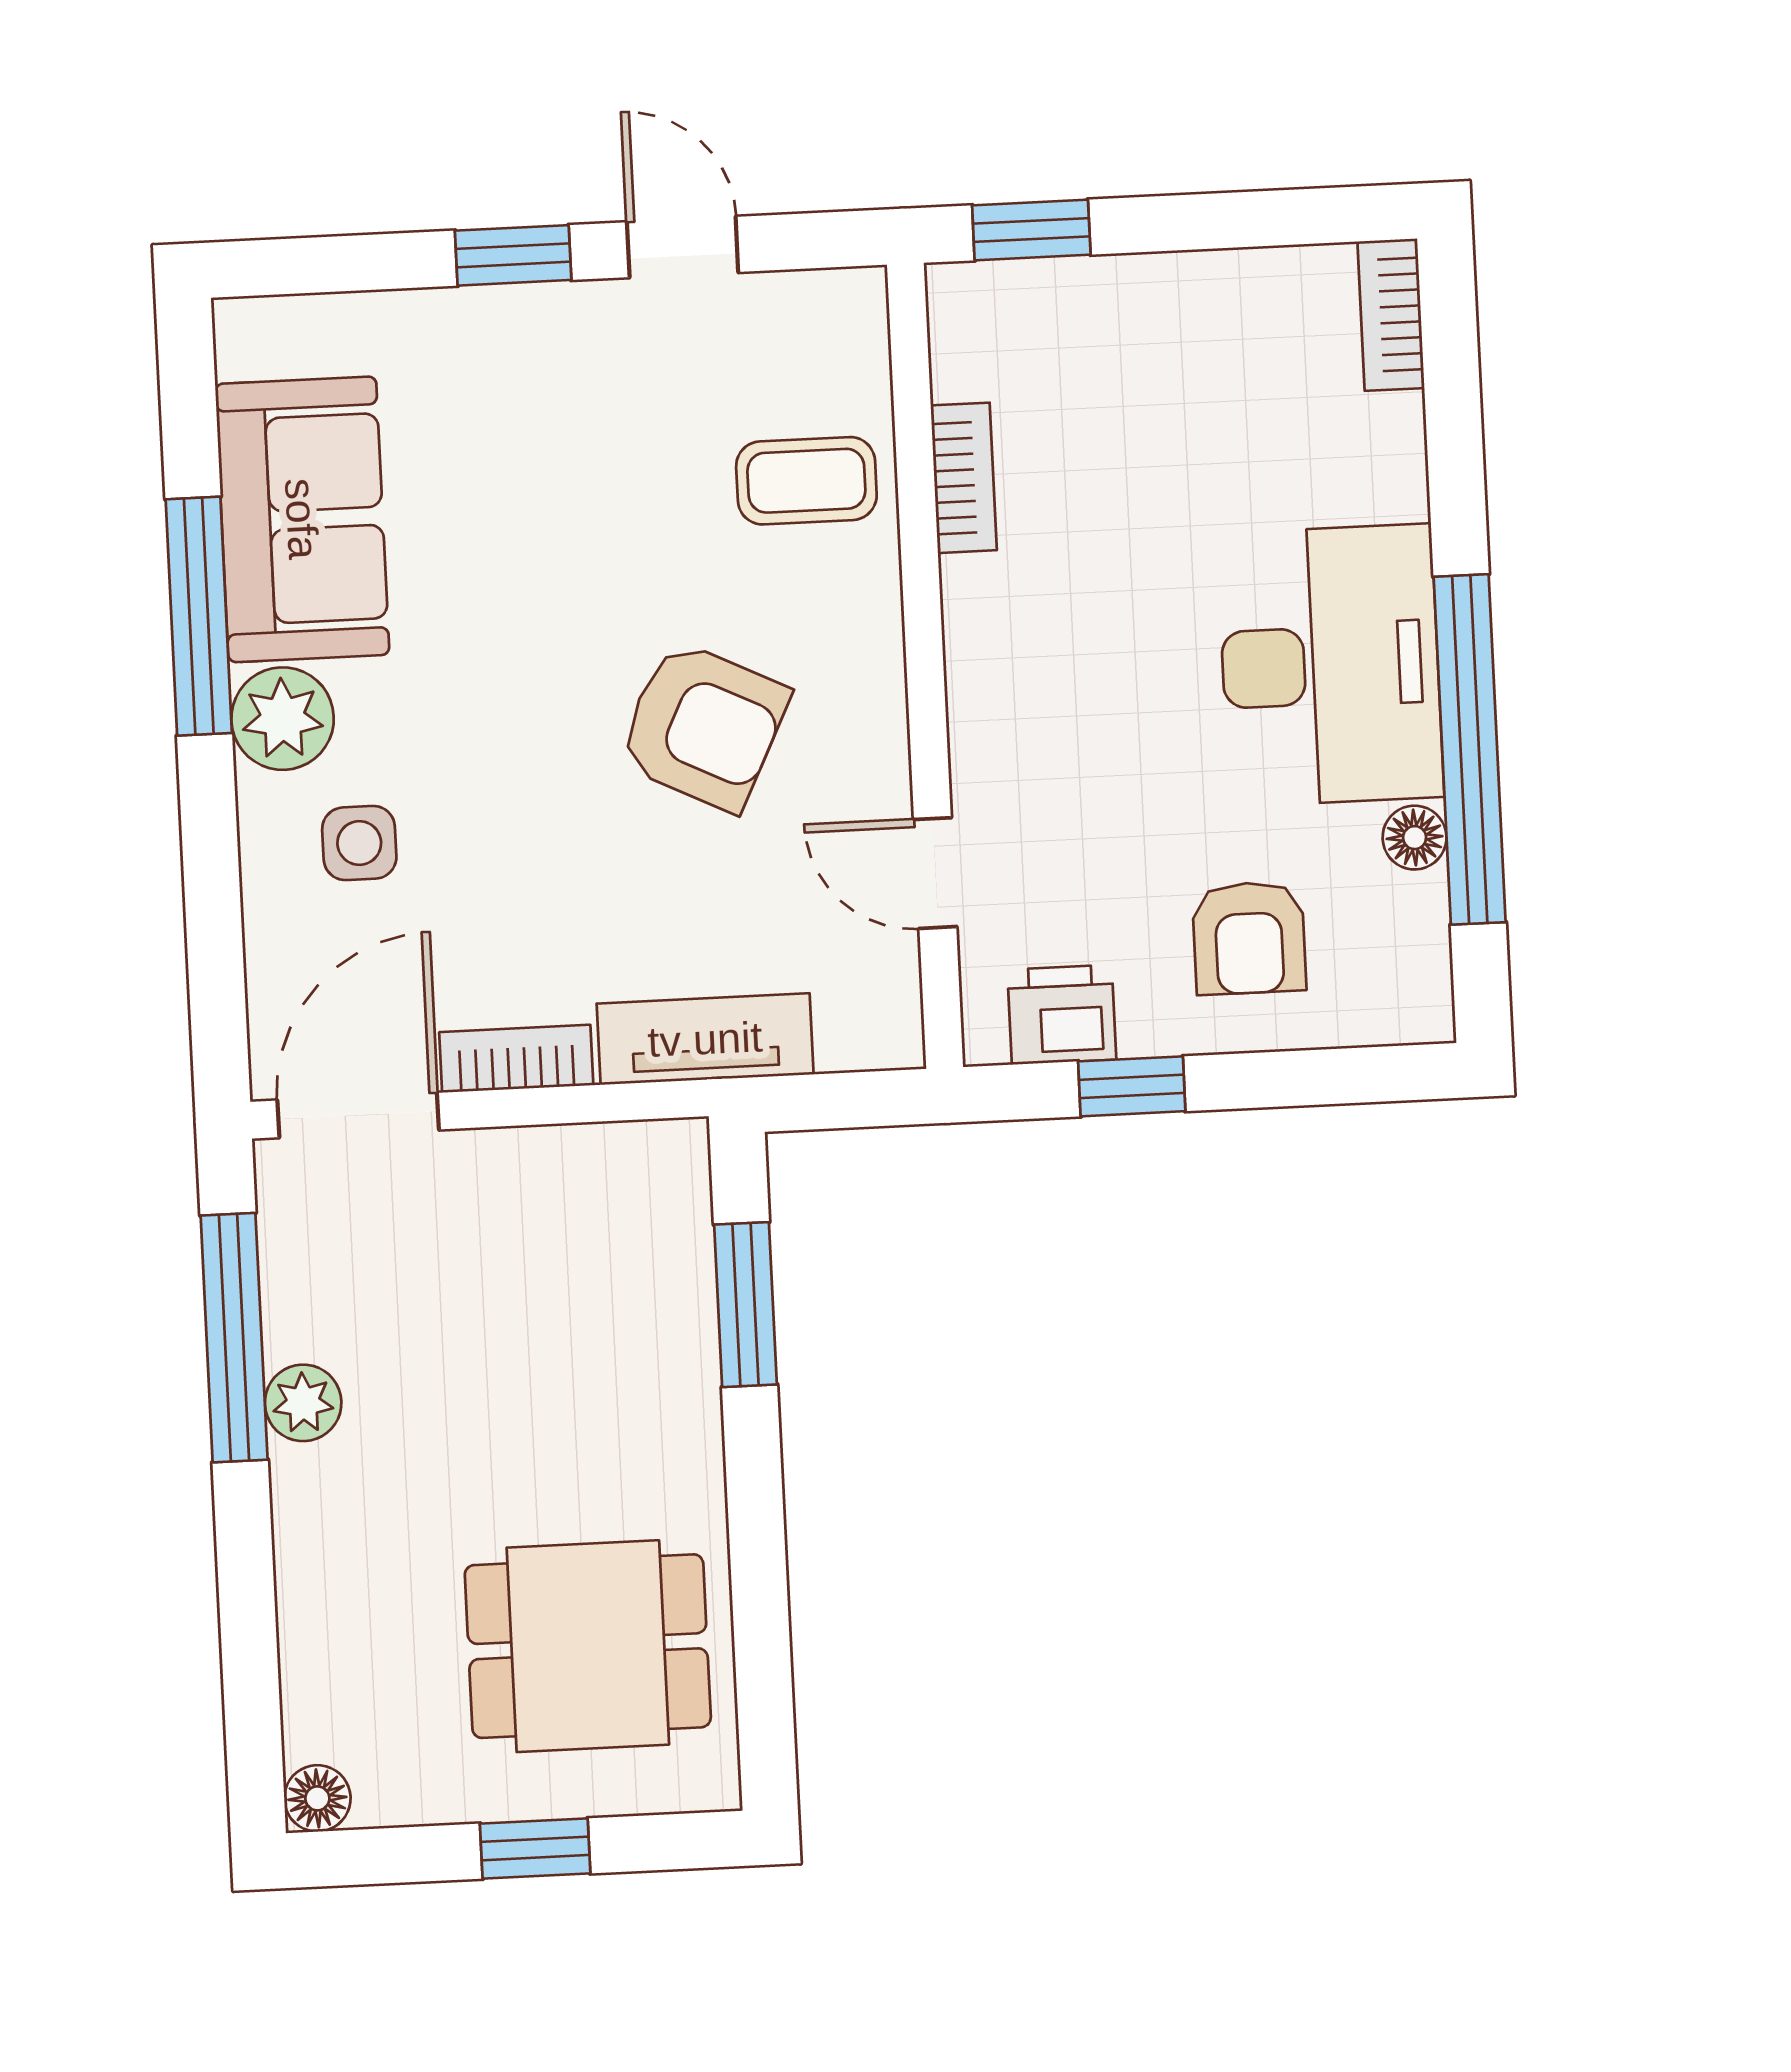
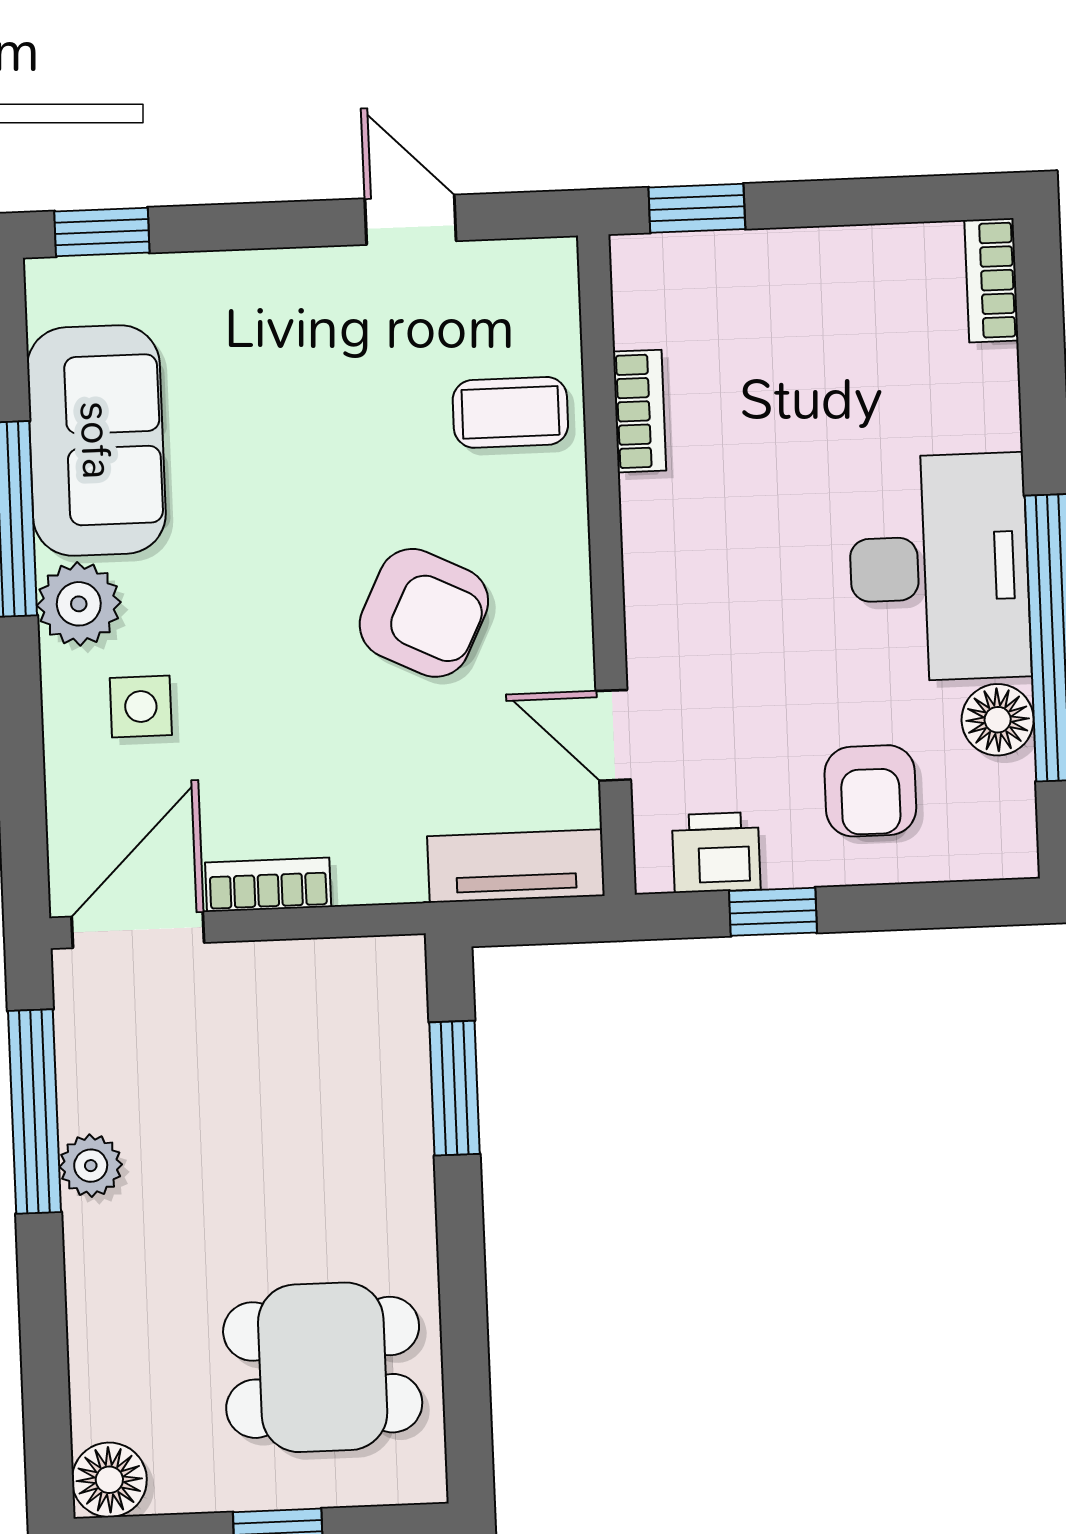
window: (513, 255) -> (102, 232), moved
floor lamp: (1415, 838) -> (998, 720), width x1.37, depth x1.37
tv unit: (705, 1039) -> (516, 866), moved
floor lamp: (317, 1798) -> (109, 1480), width x1.37, depth x1.37

